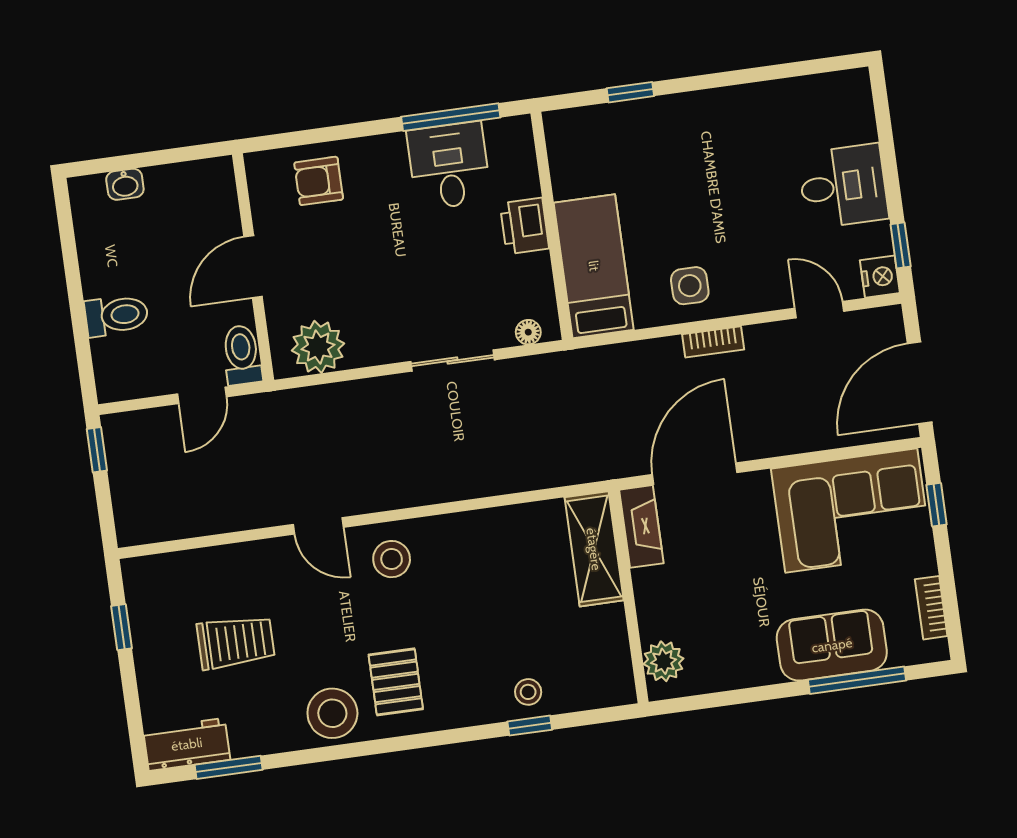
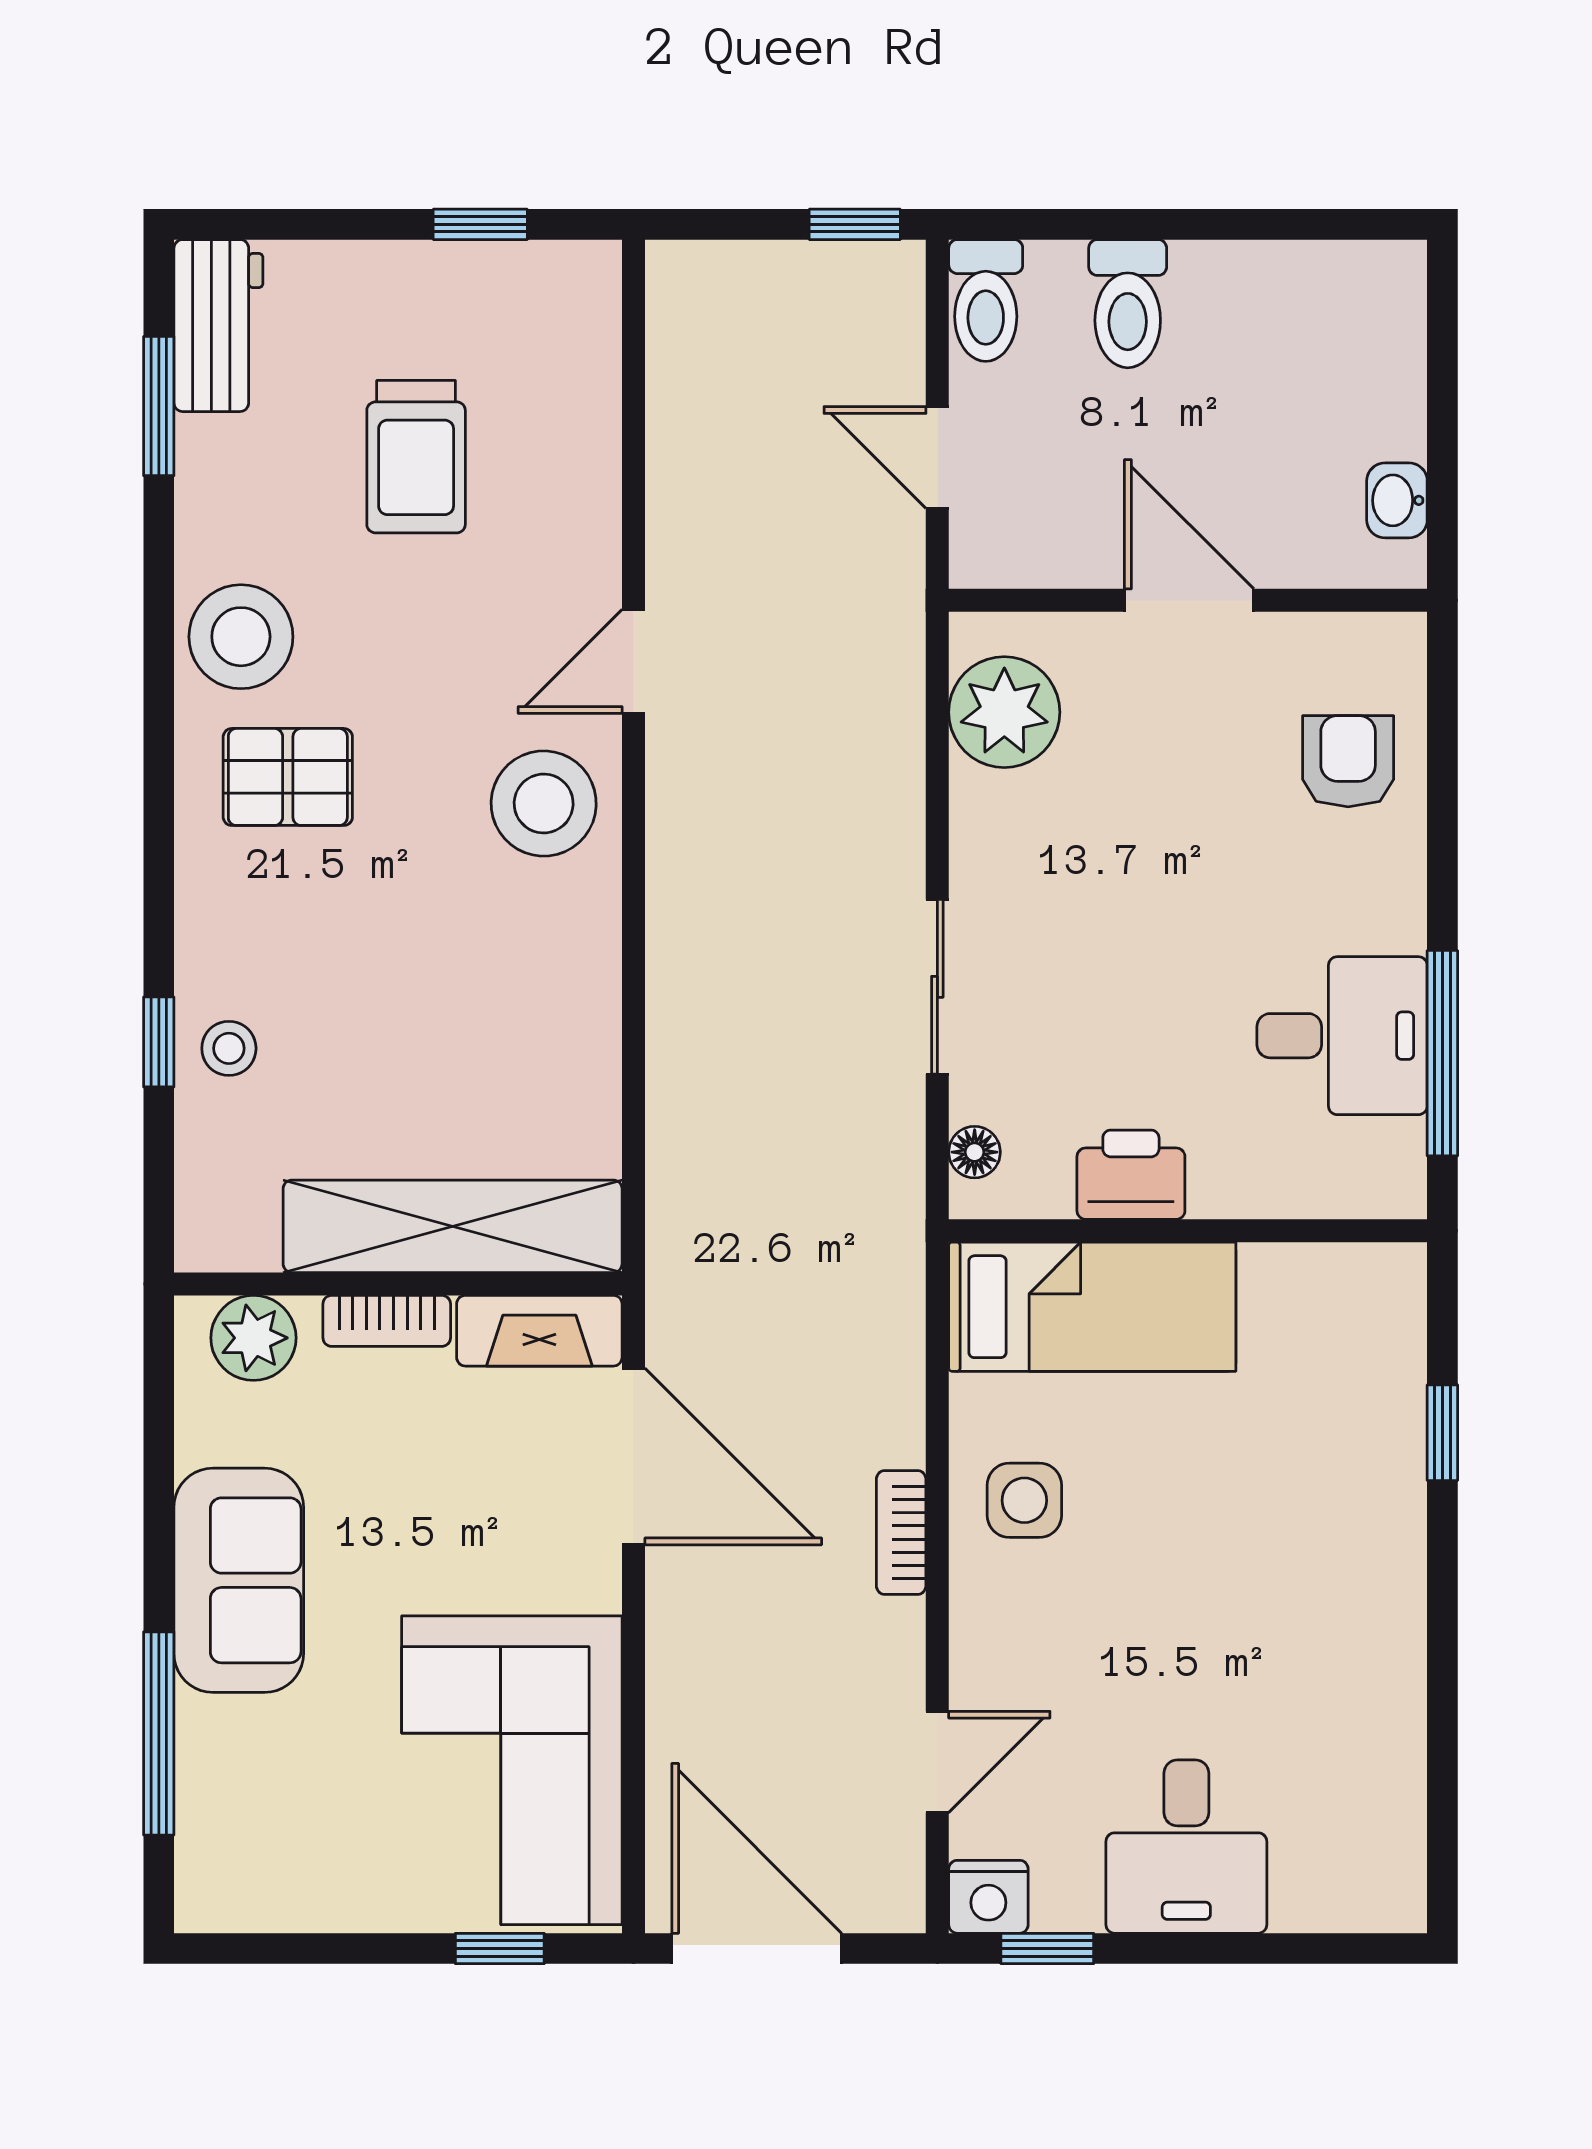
washbasin: (125, 184) -> (1397, 500), moved
printer: (524, 226) -> (1131, 1175), moved
toilet: (242, 355) -> (986, 300), moved, turned 90
shelving: (594, 549) -> (453, 1226), width x1.47
stool: (392, 559) -> (544, 804), width x1.38, depth x1.38
bookcase: (931, 608) -> (387, 1321), moved, turned 180
sofa: (832, 645) -> (239, 1580), moved

